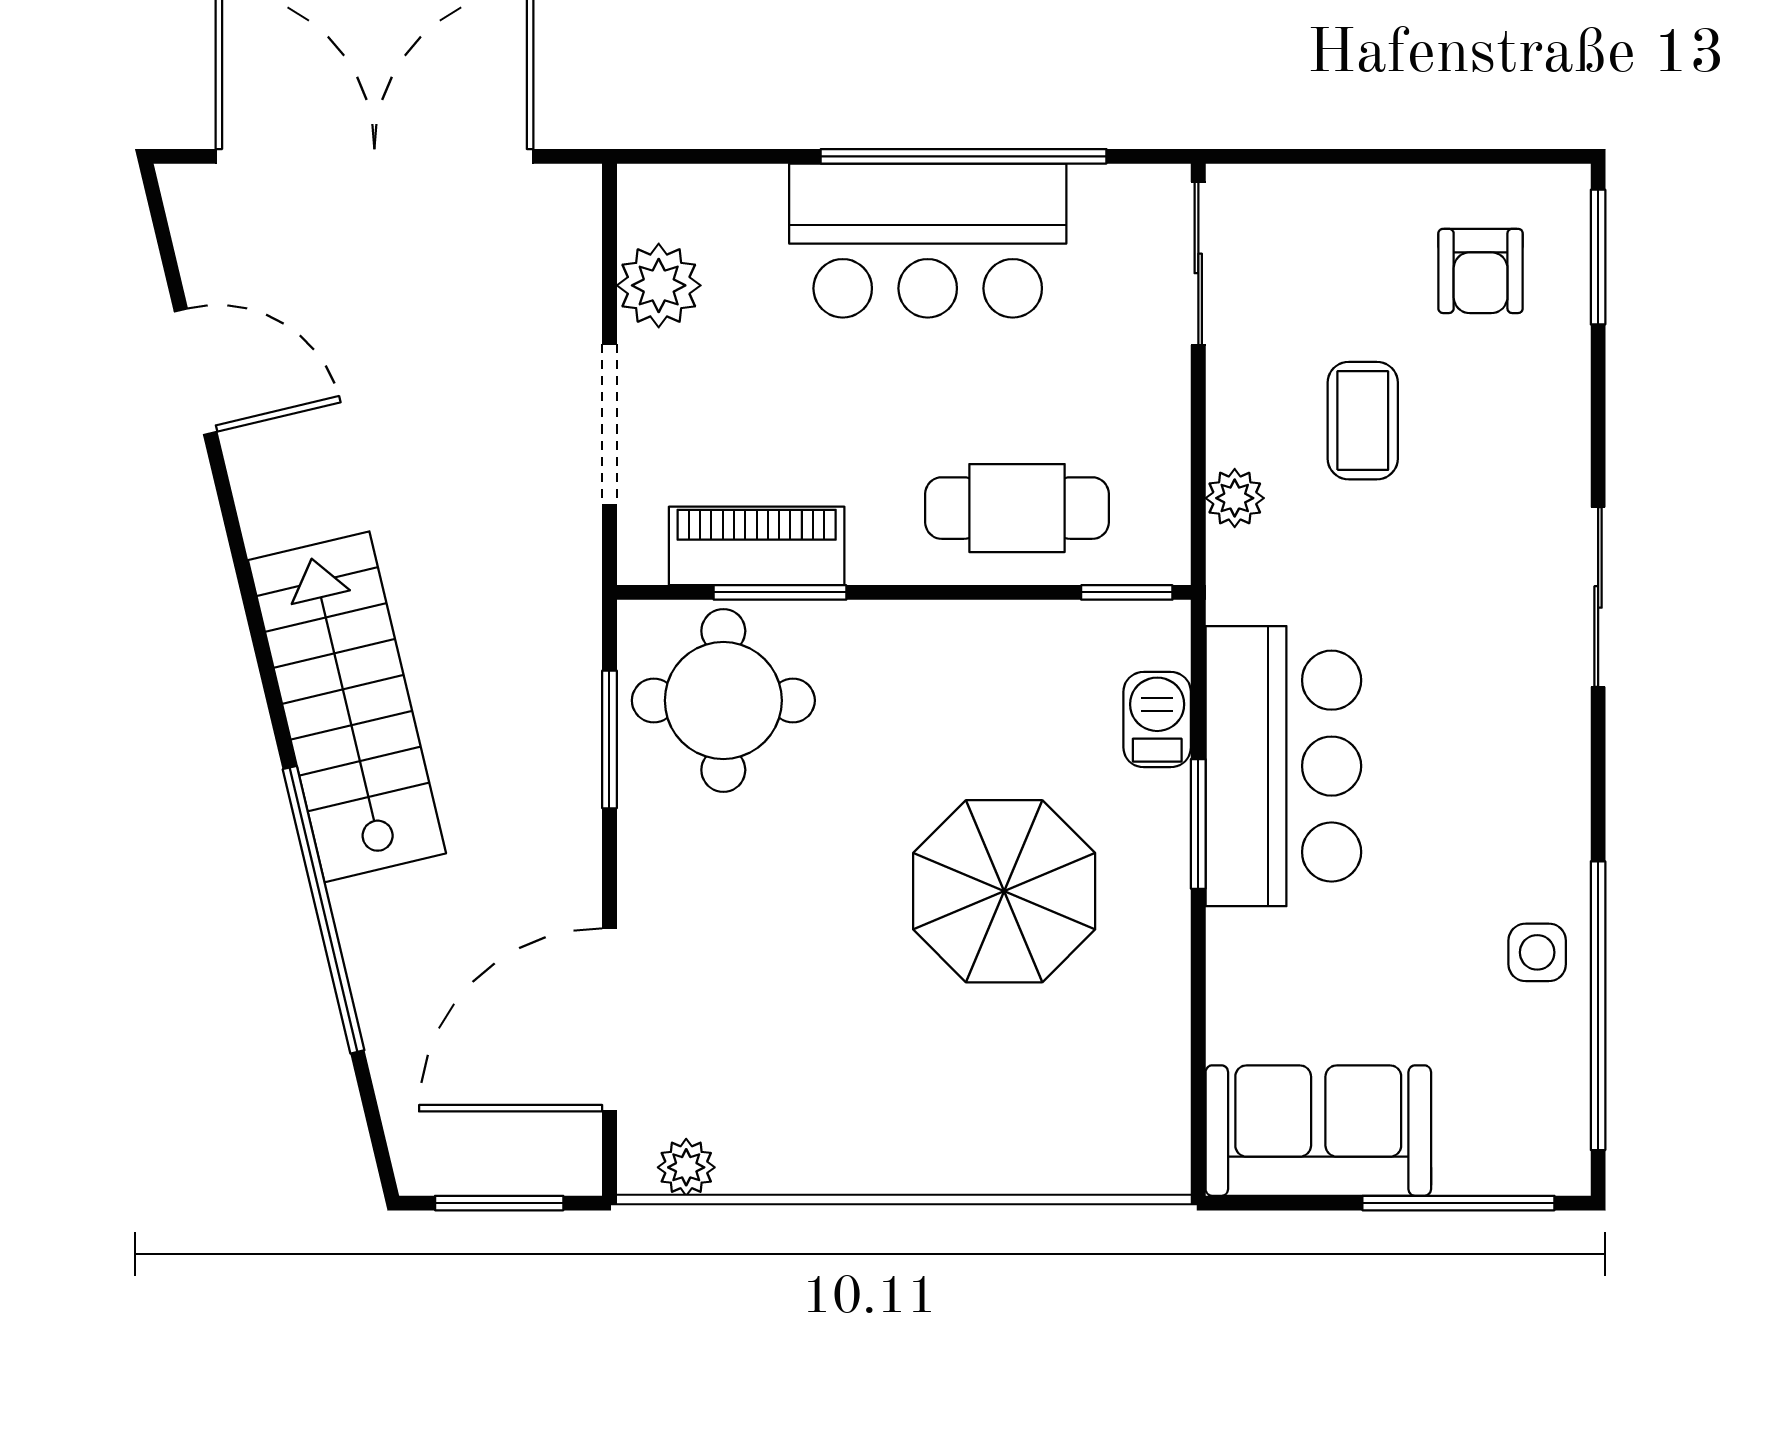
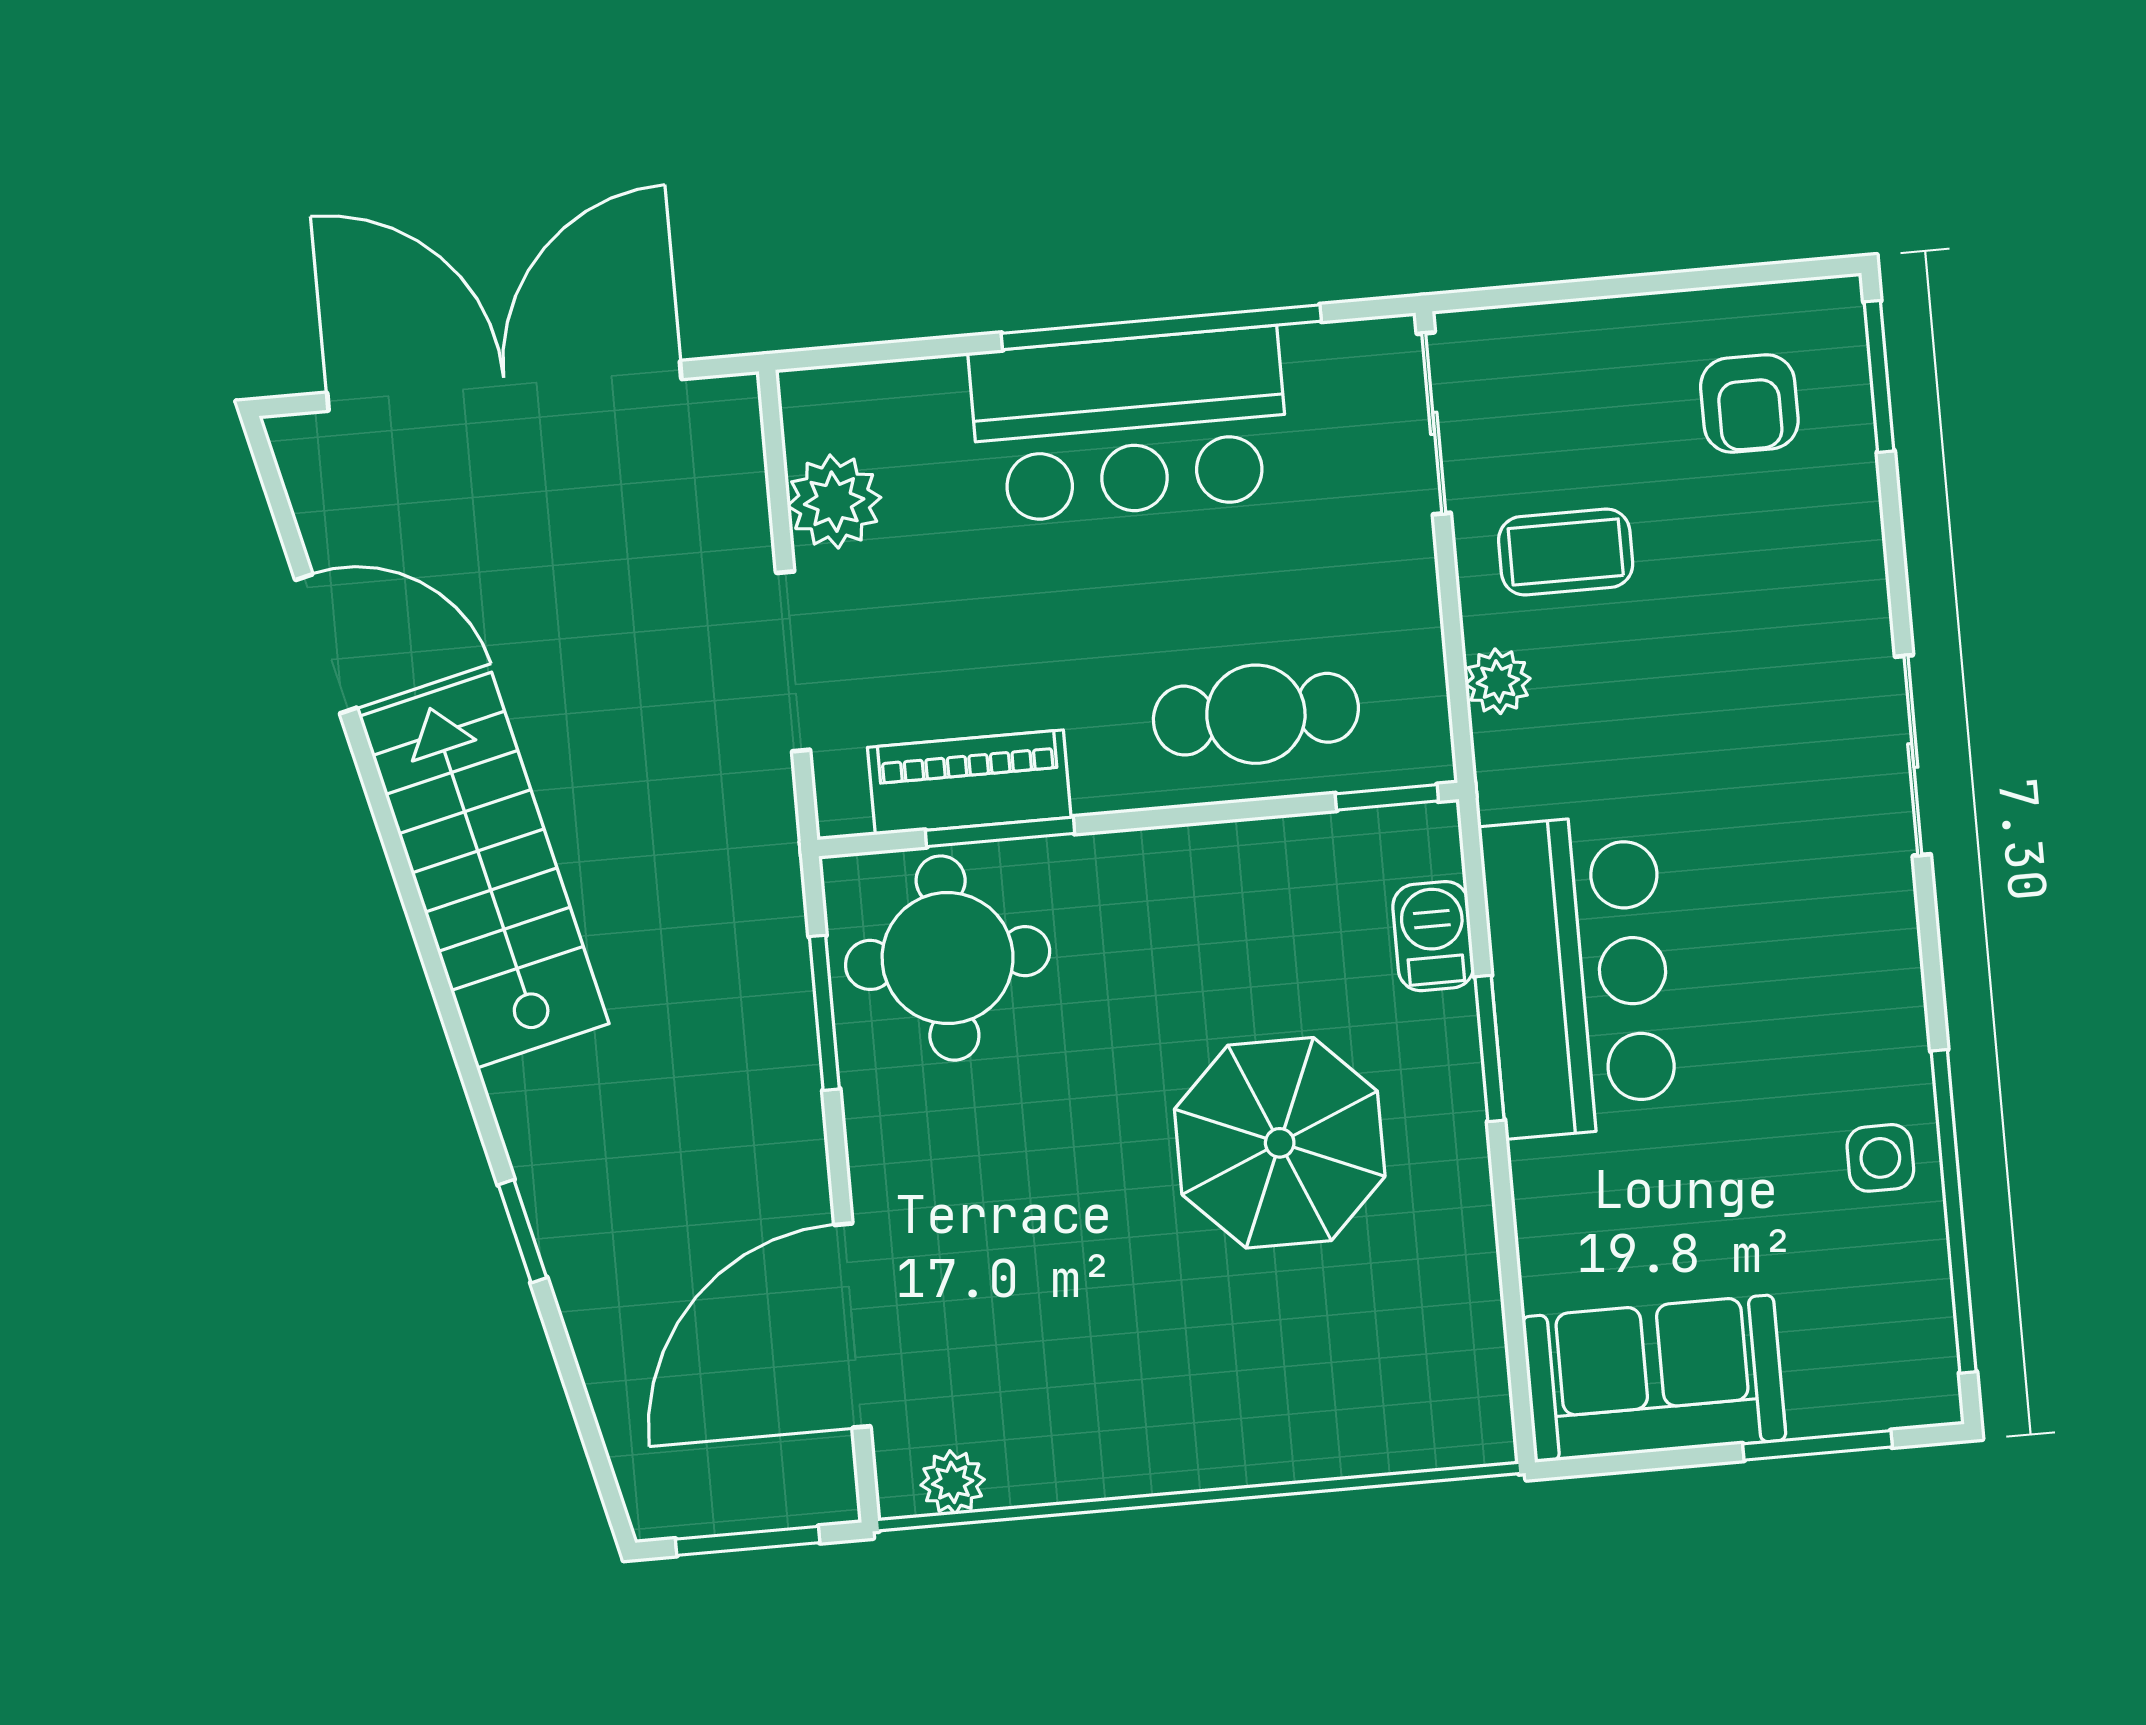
coffee table: (1363, 421) -> (1566, 552), moved, turned 90
stairs: (347, 707) -> (484, 870), moved
window: (324, 910) -> (522, 1231), width x0.32
window: (1458, 1203) -> (1817, 1445), width x0.69

